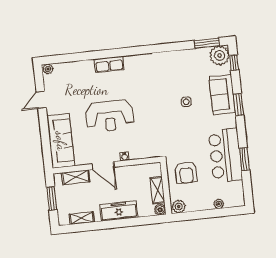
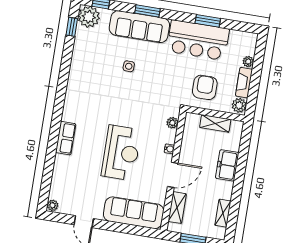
window: (207, 43) -> (72, 27), width x0.67
sofa: (222, 95) -> (139, 27), width x1.36
plant: (148, 153) -> (172, 123), added
armchair: (186, 173) -> (205, 87), turned -90
fireplace: (200, 205) -> (244, 83), added
boiler: (160, 210) -> (237, 126), removed
freezer: (119, 211) -> (227, 165), width x0.71

